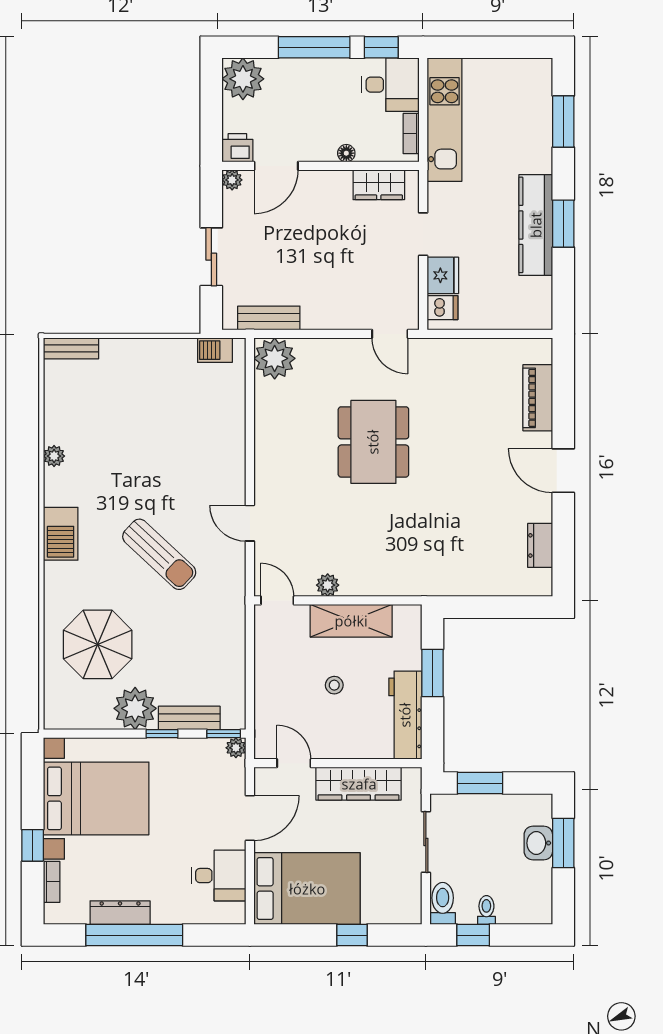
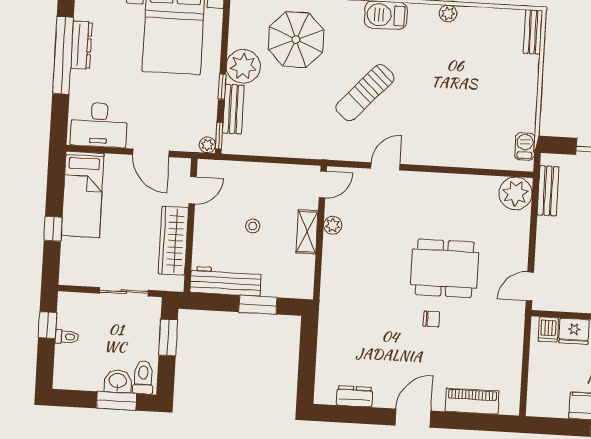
chair: (438, 455) -> (431, 319), added
shelving: (351, 621) -> (307, 232), width x0.67, depth x0.75
desk: (219, 876) -> (99, 125), width x1.37
bed: (307, 889) -> (83, 194), width x0.67
toilet: (443, 903) -> (143, 377), moved, turned -90

